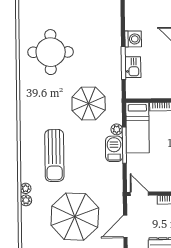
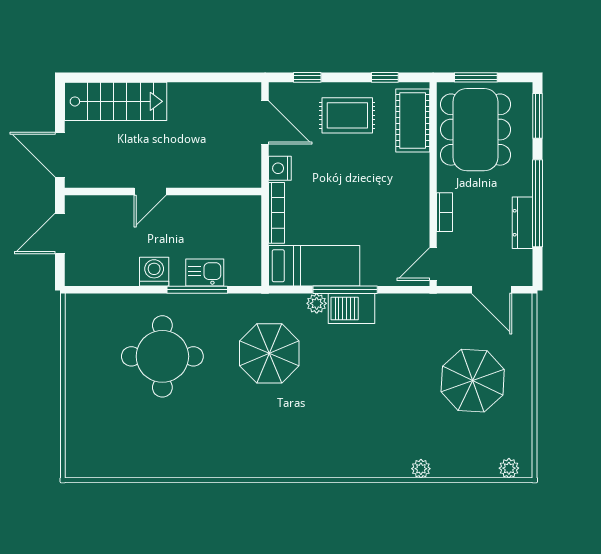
round table: (51, 52) -> (162, 356), moved
sun lounger: (54, 156) -> (362, 416), removed
plant: (26, 200) -> (509, 468), moved
parasol: (75, 217) -> (473, 381), width x0.73, depth x0.73

